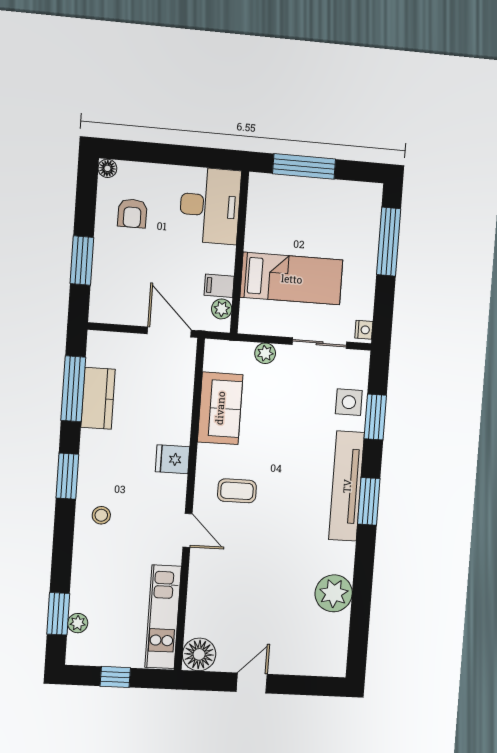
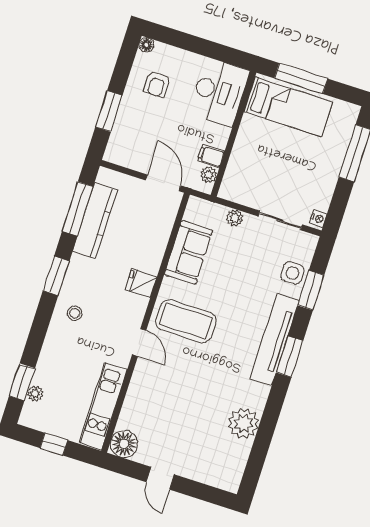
bed: (292, 279) -> (288, 107), moved
kitchen counter: (98, 398) -> (95, 221), width x1.50
coffee table: (237, 491) -> (186, 321), width x1.86, depth x1.72
door: (252, 683) -> (160, 478), swing flipped

